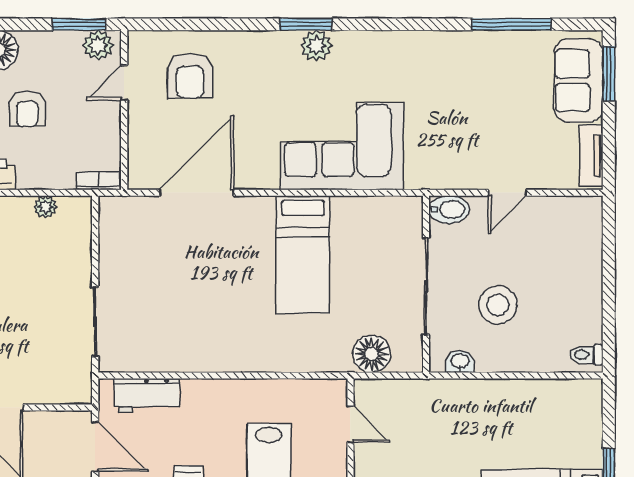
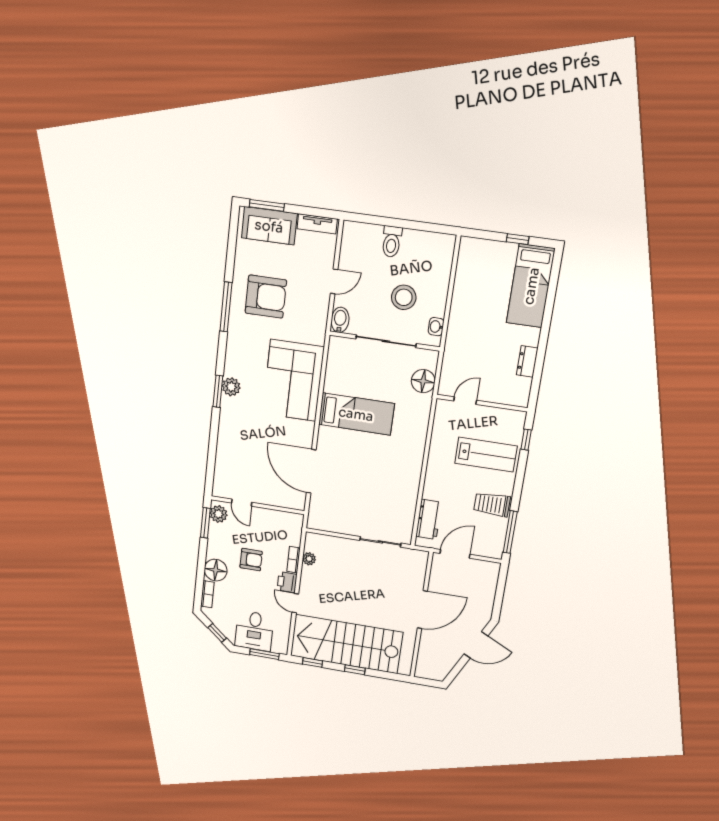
window: (512, 24) -> (226, 307), moved
armchair: (190, 76) -> (266, 297), moved, width x1.36, depth x1.36
bookcase: (99, 181) -> (293, 560), moved
door: (507, 193) -> (334, 281), hinge flipped
toilet: (586, 355) -> (392, 242), moved, width x1.37, depth x1.39

